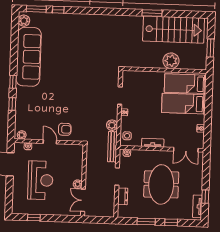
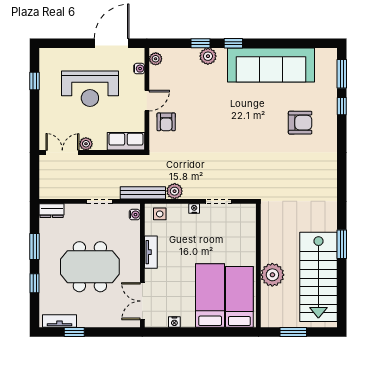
plant: (24, 21) -> (208, 56), moved
armchair: (68, 38) -> (300, 123), added
row of seats: (77, 157) -> (126, 141), added
dresser: (123, 196) -> (52, 211), moved

